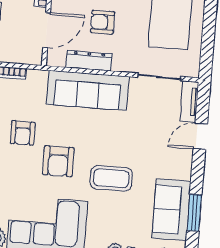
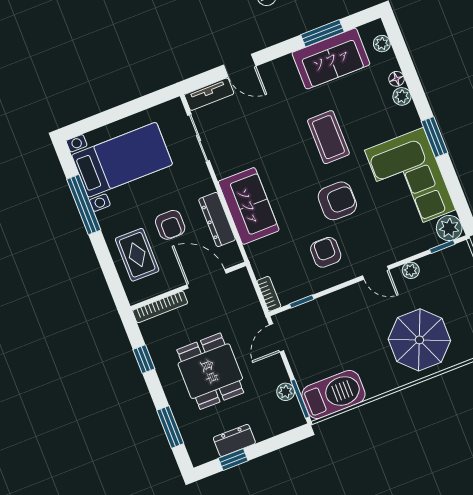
sofa: (88, 90) -> (249, 206), width x0.73
armchair: (23, 133) -> (326, 252), turned -90

